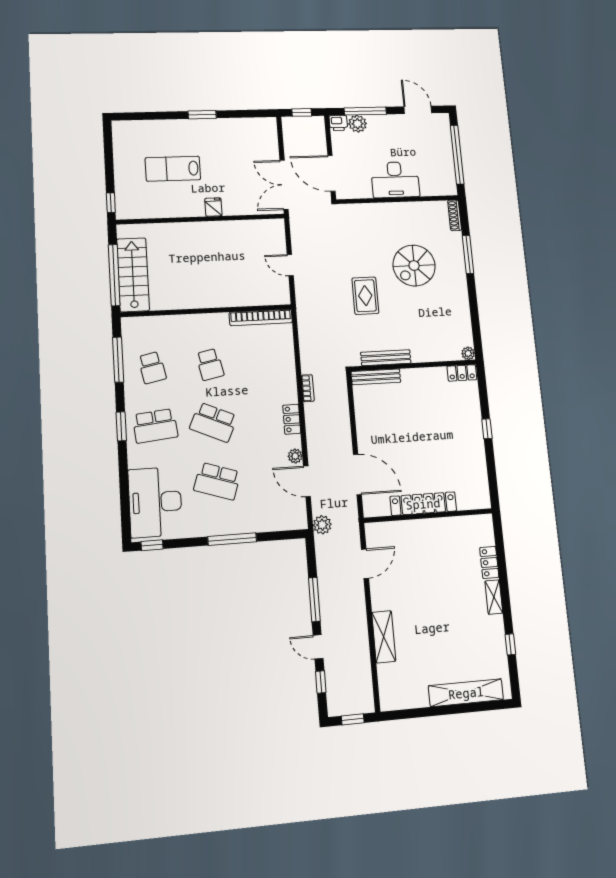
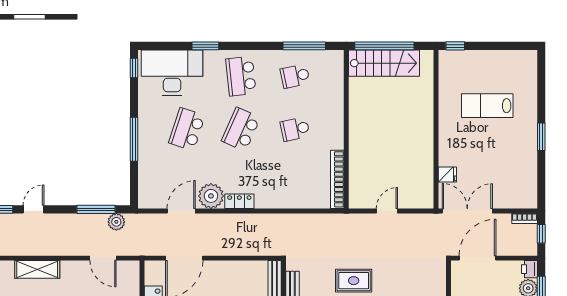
lab bench: (173, 169) -> (487, 106), turned -90
fridge: (213, 207) -> (447, 174), moved
bookcase: (308, 388) -> (525, 218), moved
window: (121, 426) -> (205, 46), moved
plant: (295, 456) -> (211, 196), width x1.87, depth x1.87
plant: (322, 525) -> (116, 222), moved
window: (314, 600) -> (96, 209), moved

